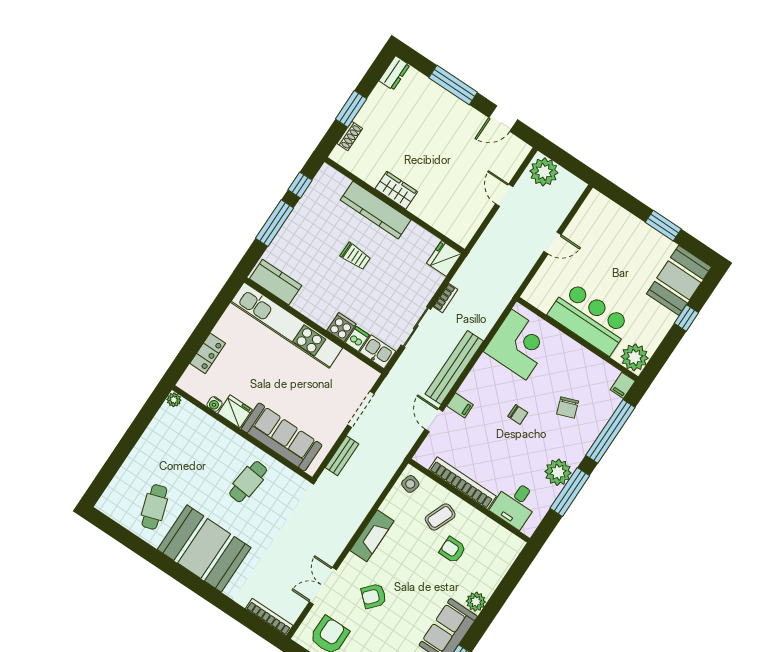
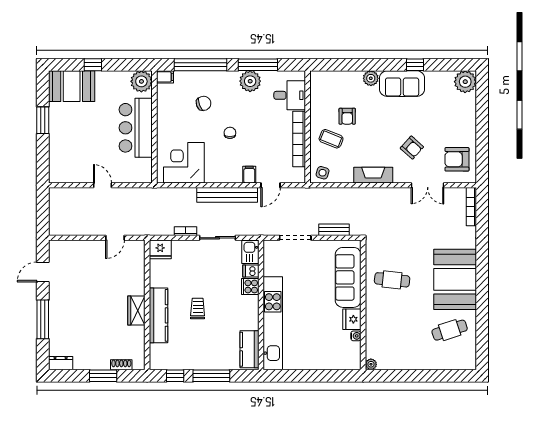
door: (503, 119) -> (43, 272), swing flipped
plant: (544, 172) -> (60, 222), removed
door: (504, 195) -> (115, 238), moved
locker: (208, 353) -> (326, 363), removed

